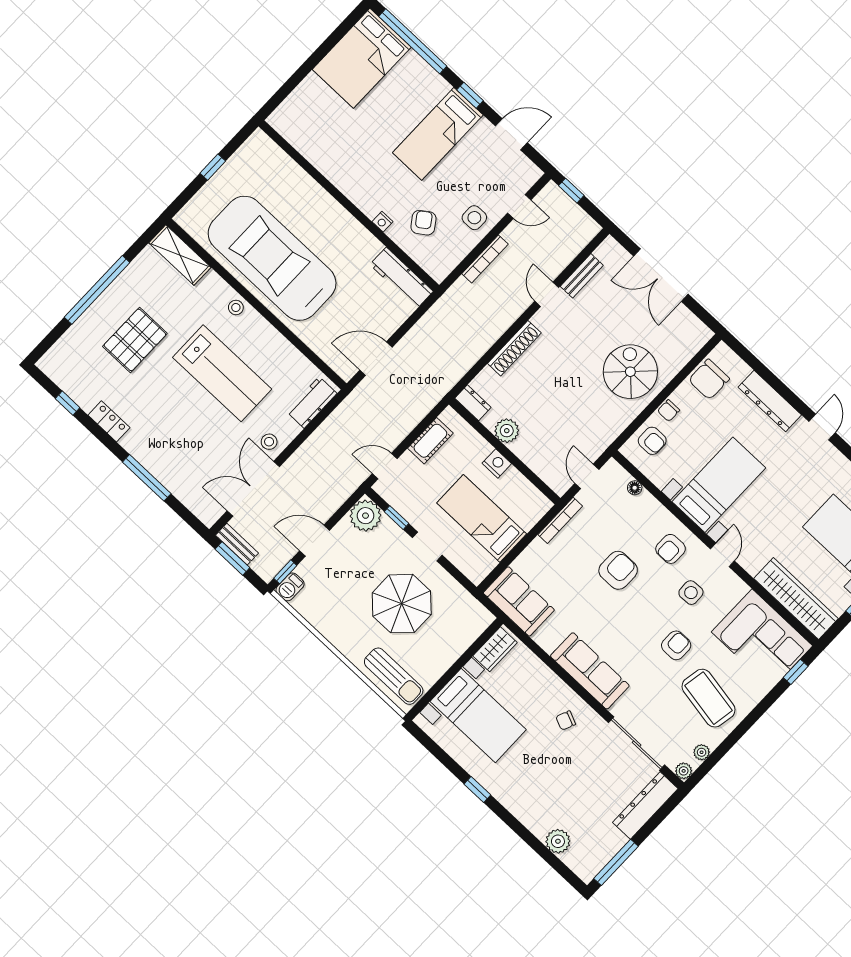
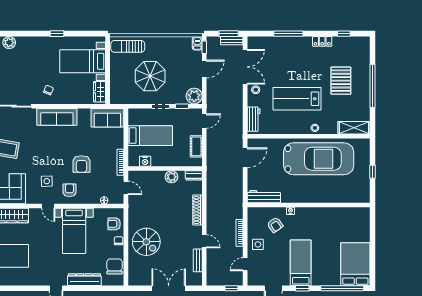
nightstand: (497, 463) -> (145, 161), moved
armchair: (676, 645) -> (34, 156), removed

